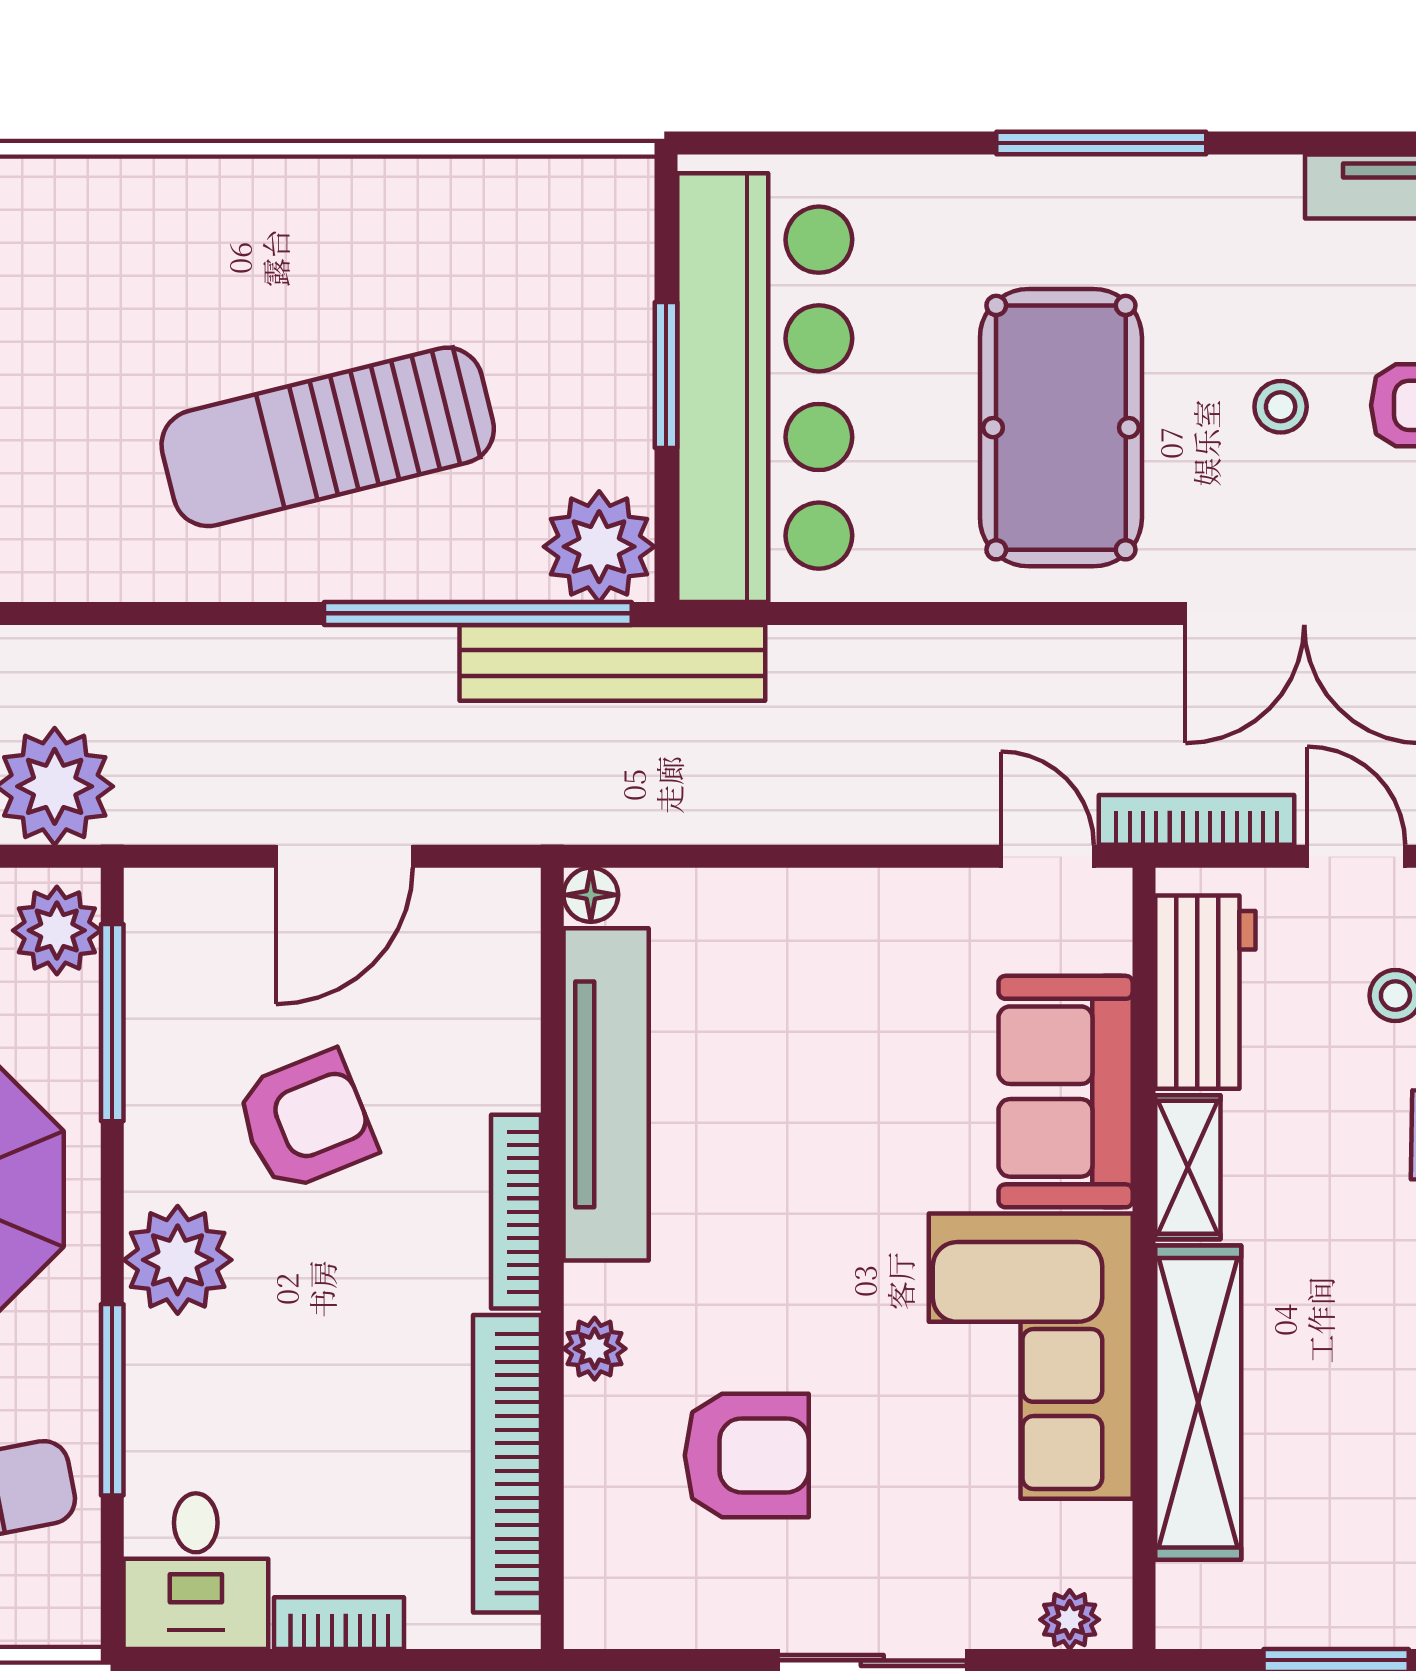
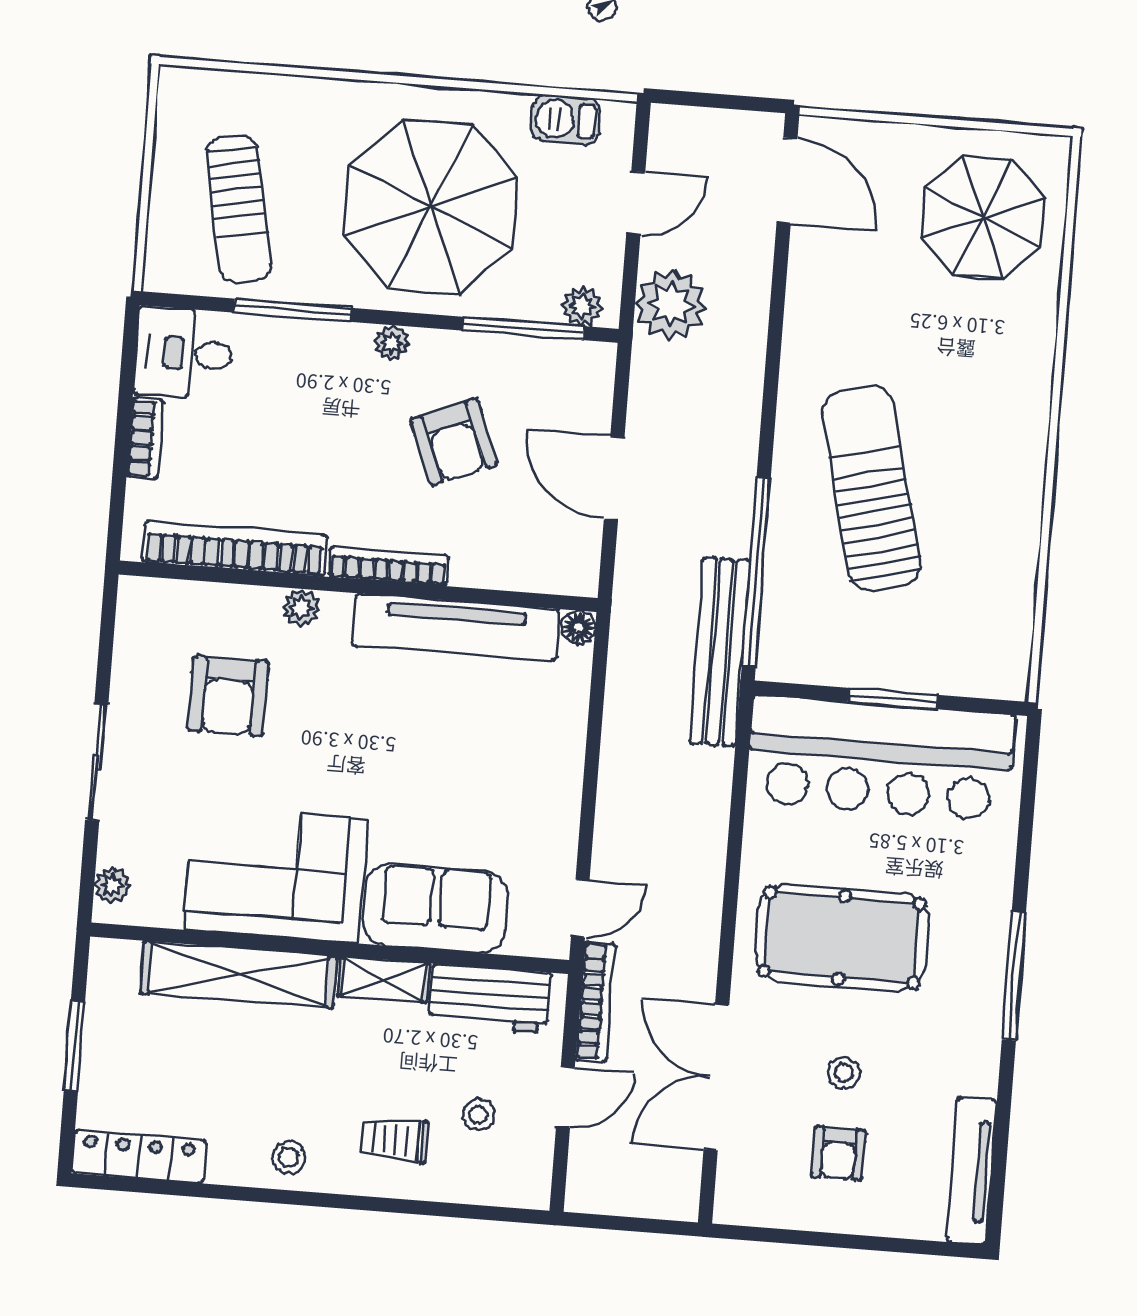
plant: (599, 547) -> (791, 649), removed
plant: (57, 930) -> (582, 306), width x0.73, depth x0.73
plant: (178, 1260) -> (392, 343), width x0.53, depth x0.53

